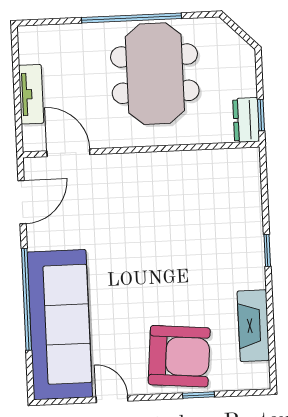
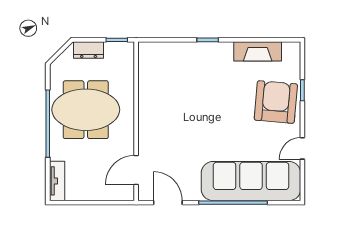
tv unit: (31, 94) -> (57, 181), moved, turned 90
dresser: (246, 120) -> (89, 50), moved

